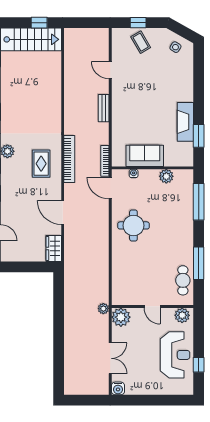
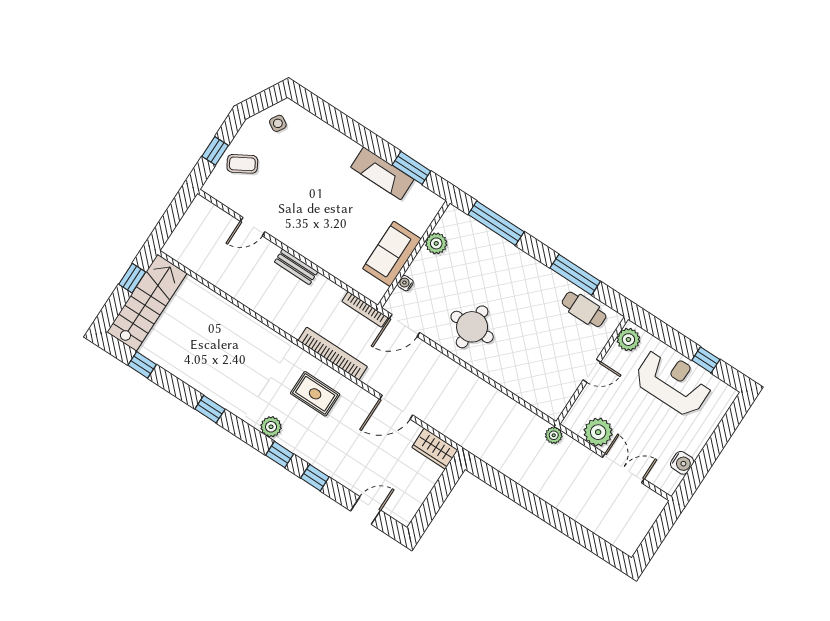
plant: (121, 317) -> (598, 432), moved
water cooler: (118, 388) -> (682, 463), moved

